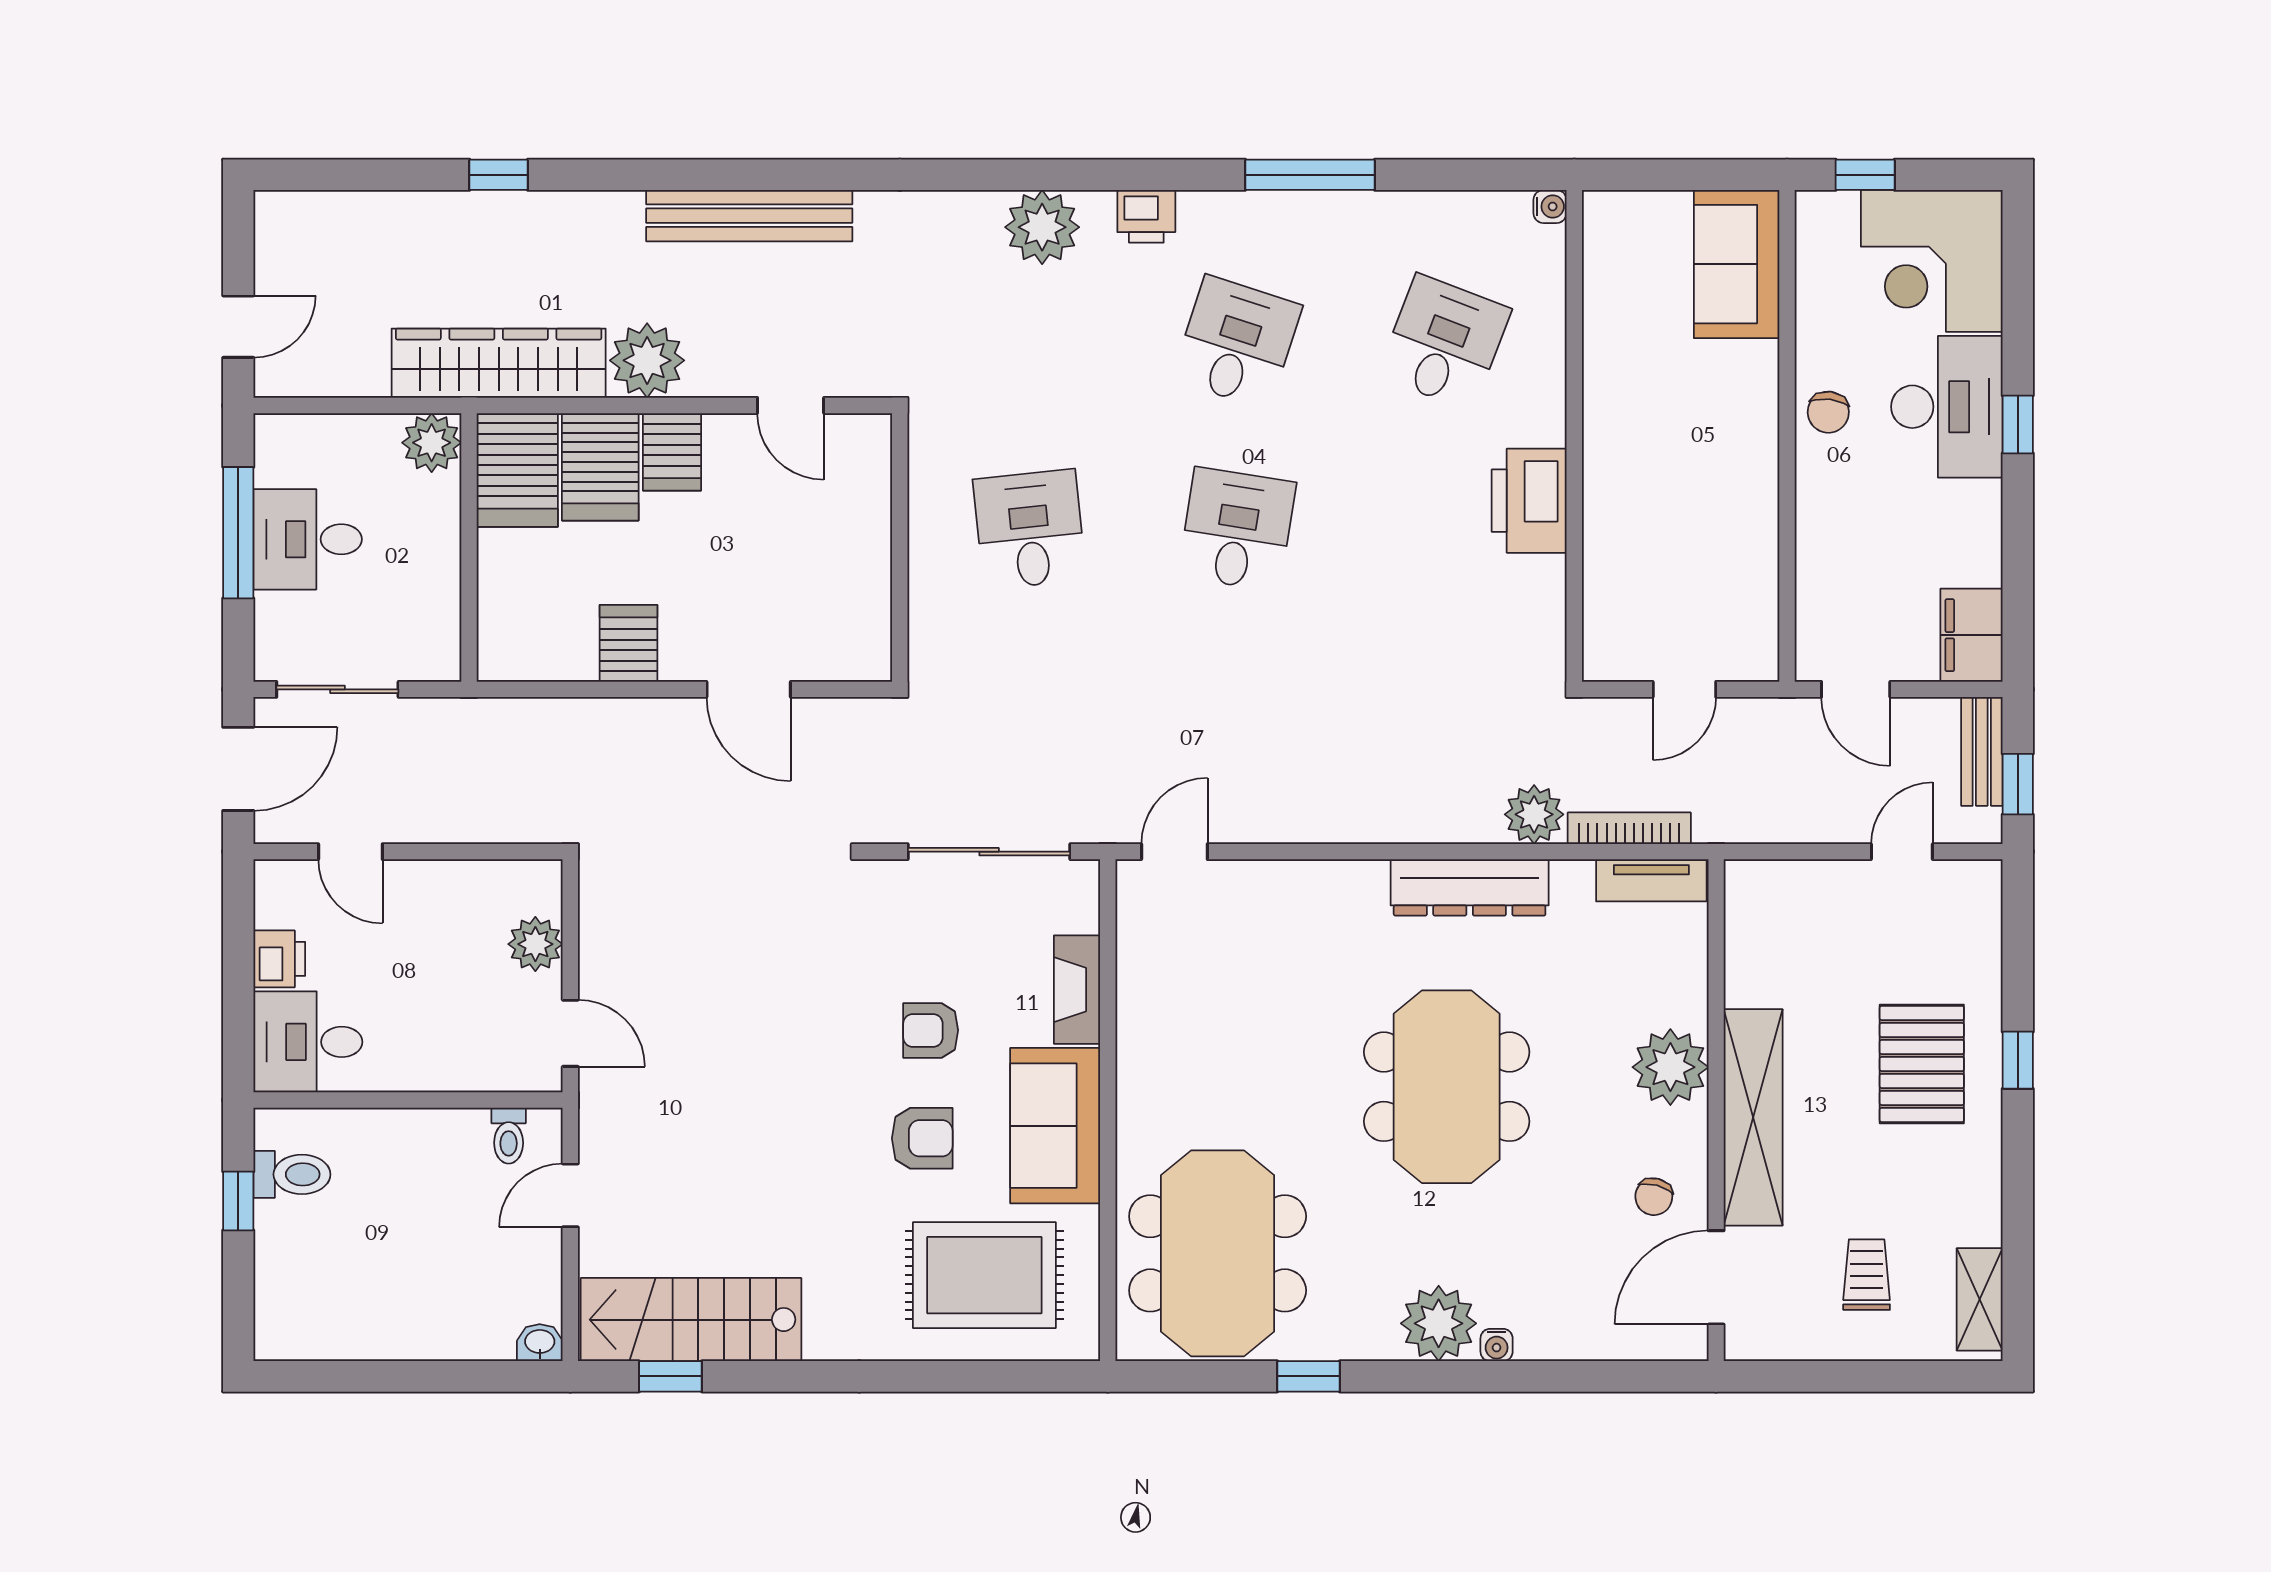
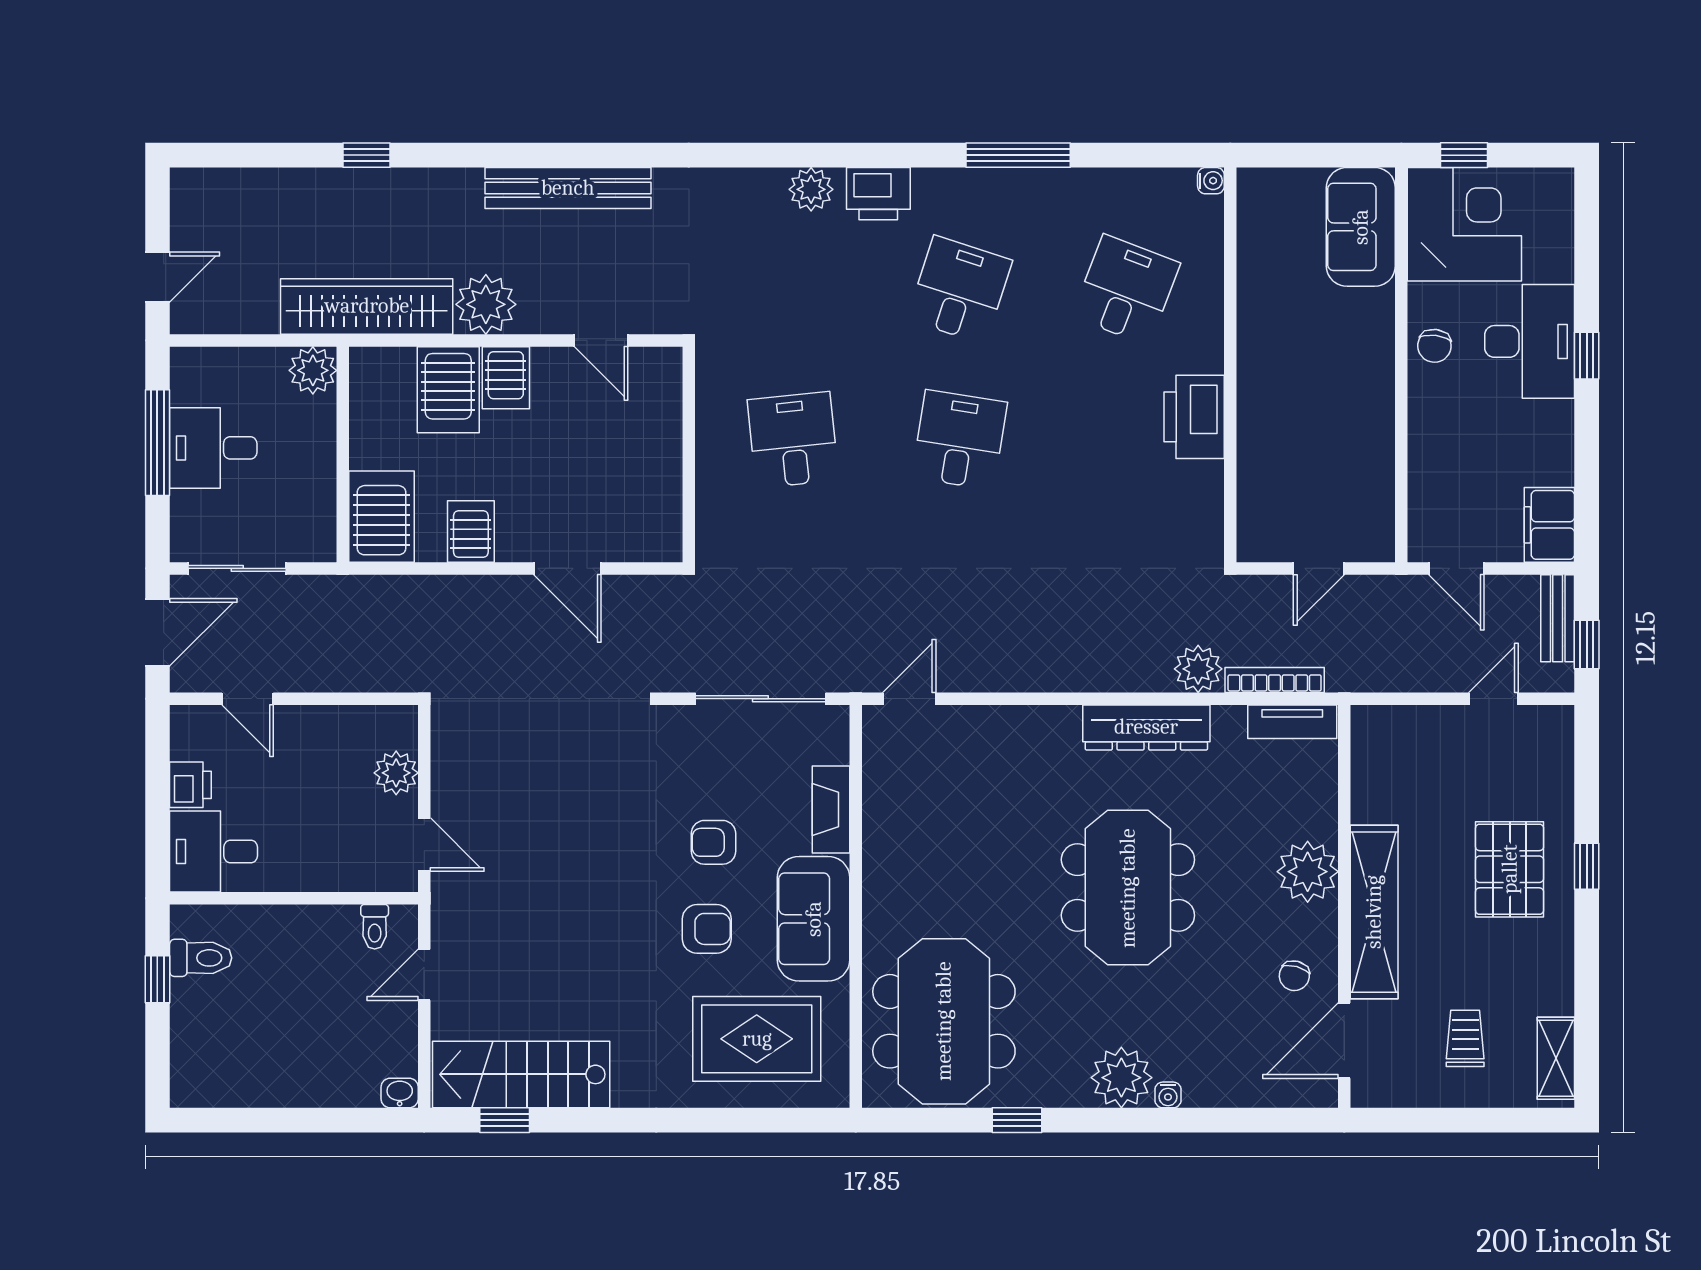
printer: (1146, 216) -> (878, 194), width x1.36, depth x1.24
plant: (1042, 227) -> (811, 189), width x0.73, depth x0.73
corner desk: (1932, 261) -> (1464, 224), moved, turned 180
server rack: (517, 470) -> (382, 517), moved, turned 180

